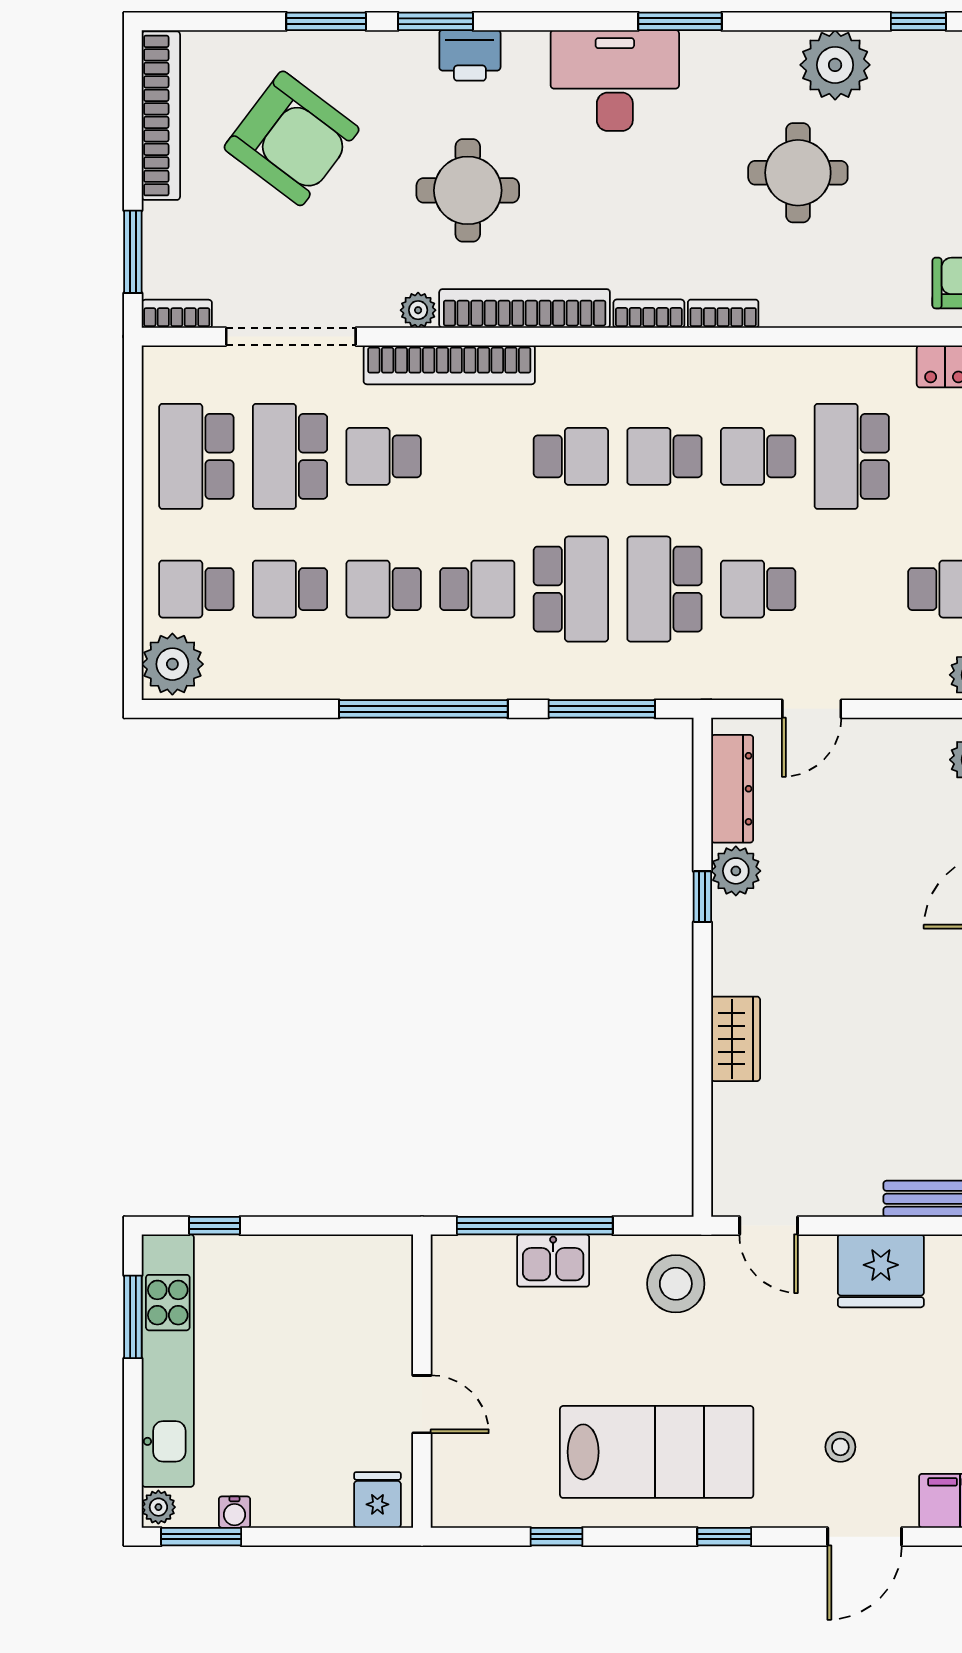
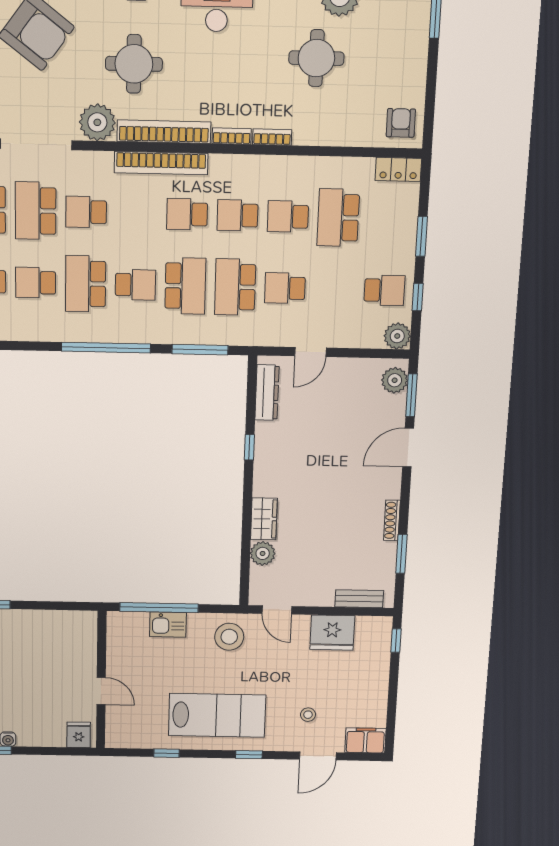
plant: (418, 310) -> (97, 122), width x1.88, depth x1.88
bookcase: (449, 365) -> (161, 163), moved
school desk: (571, 456) -> (187, 214), turned 180
school desk: (384, 589) -> (86, 284), width x1.85
plant: (736, 871) -> (263, 553), moved

